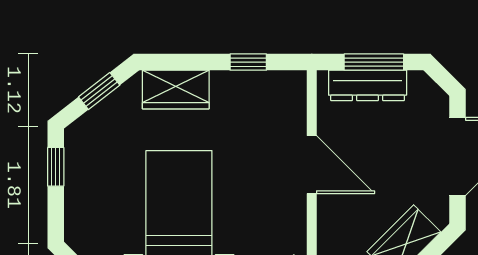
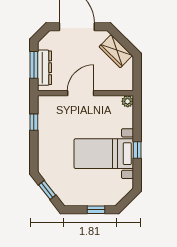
wardrobe: (176, 90) -> (46, 155), removed
window: (56, 167) -> (96, 210), moved

